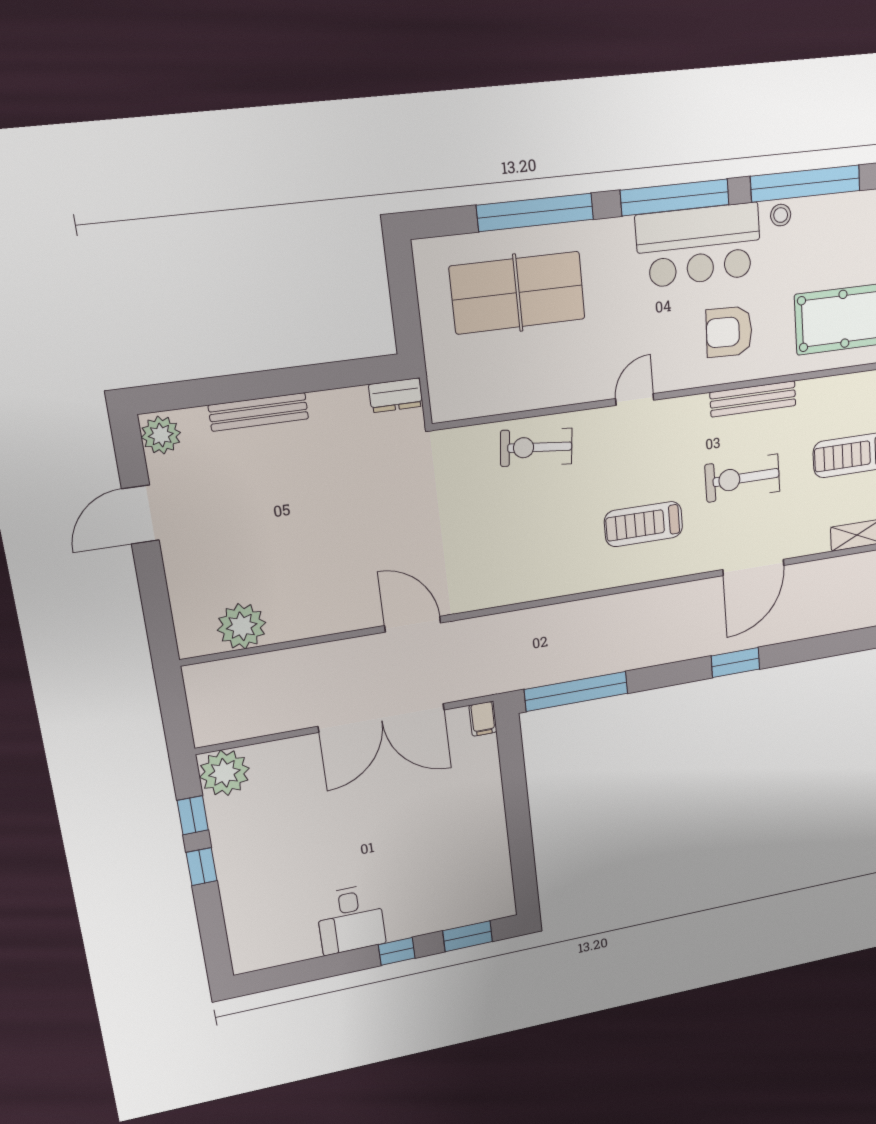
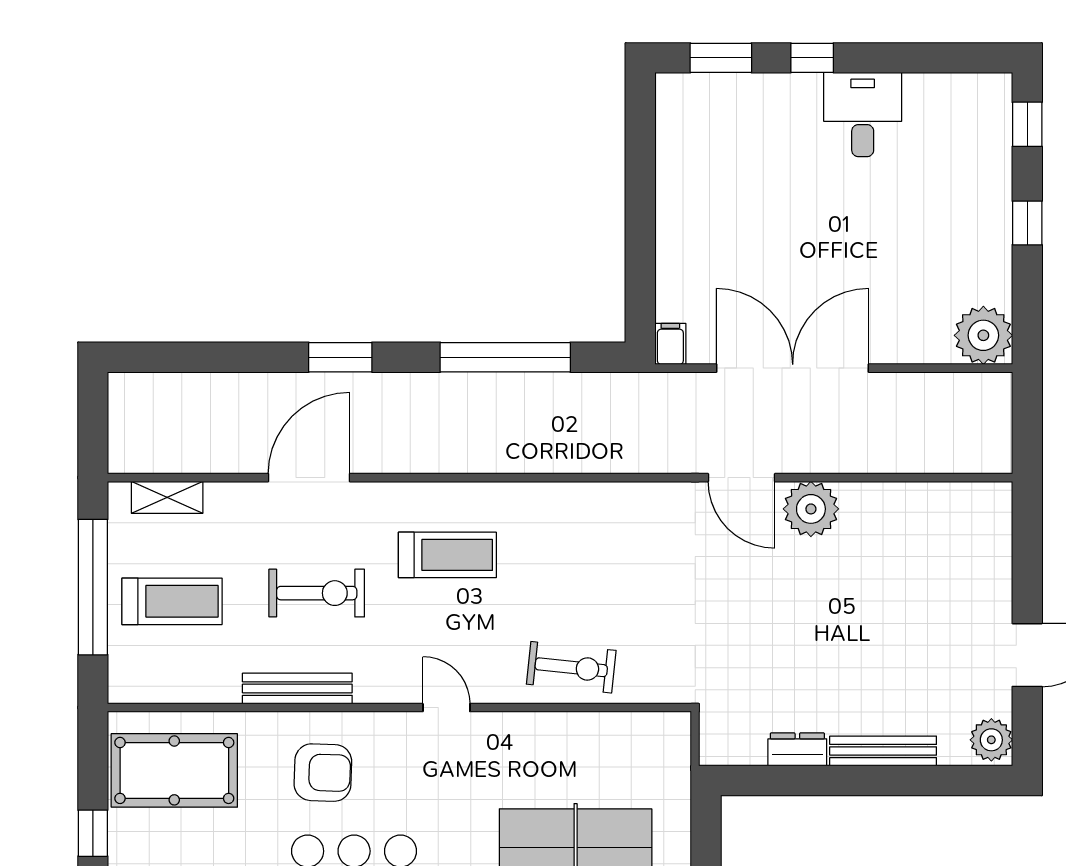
dresser: (396, 395) -> (797, 749), moved
door: (635, 399) -> (446, 708), swing flipped
plant: (242, 626) -> (811, 509), moved
window: (576, 691) -> (505, 357), moved
window: (193, 815) -> (1027, 124), moved

